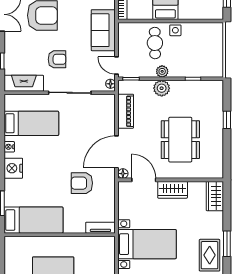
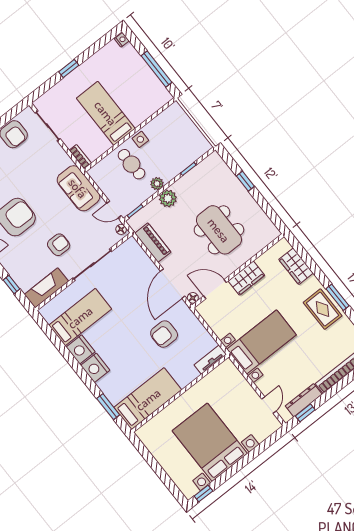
nightstand: (9, 147) -> (81, 350), width x1.89, depth x1.79
wardrobe: (215, 196) -> (296, 266), moved
window: (227, 244) -> (338, 297), moved

